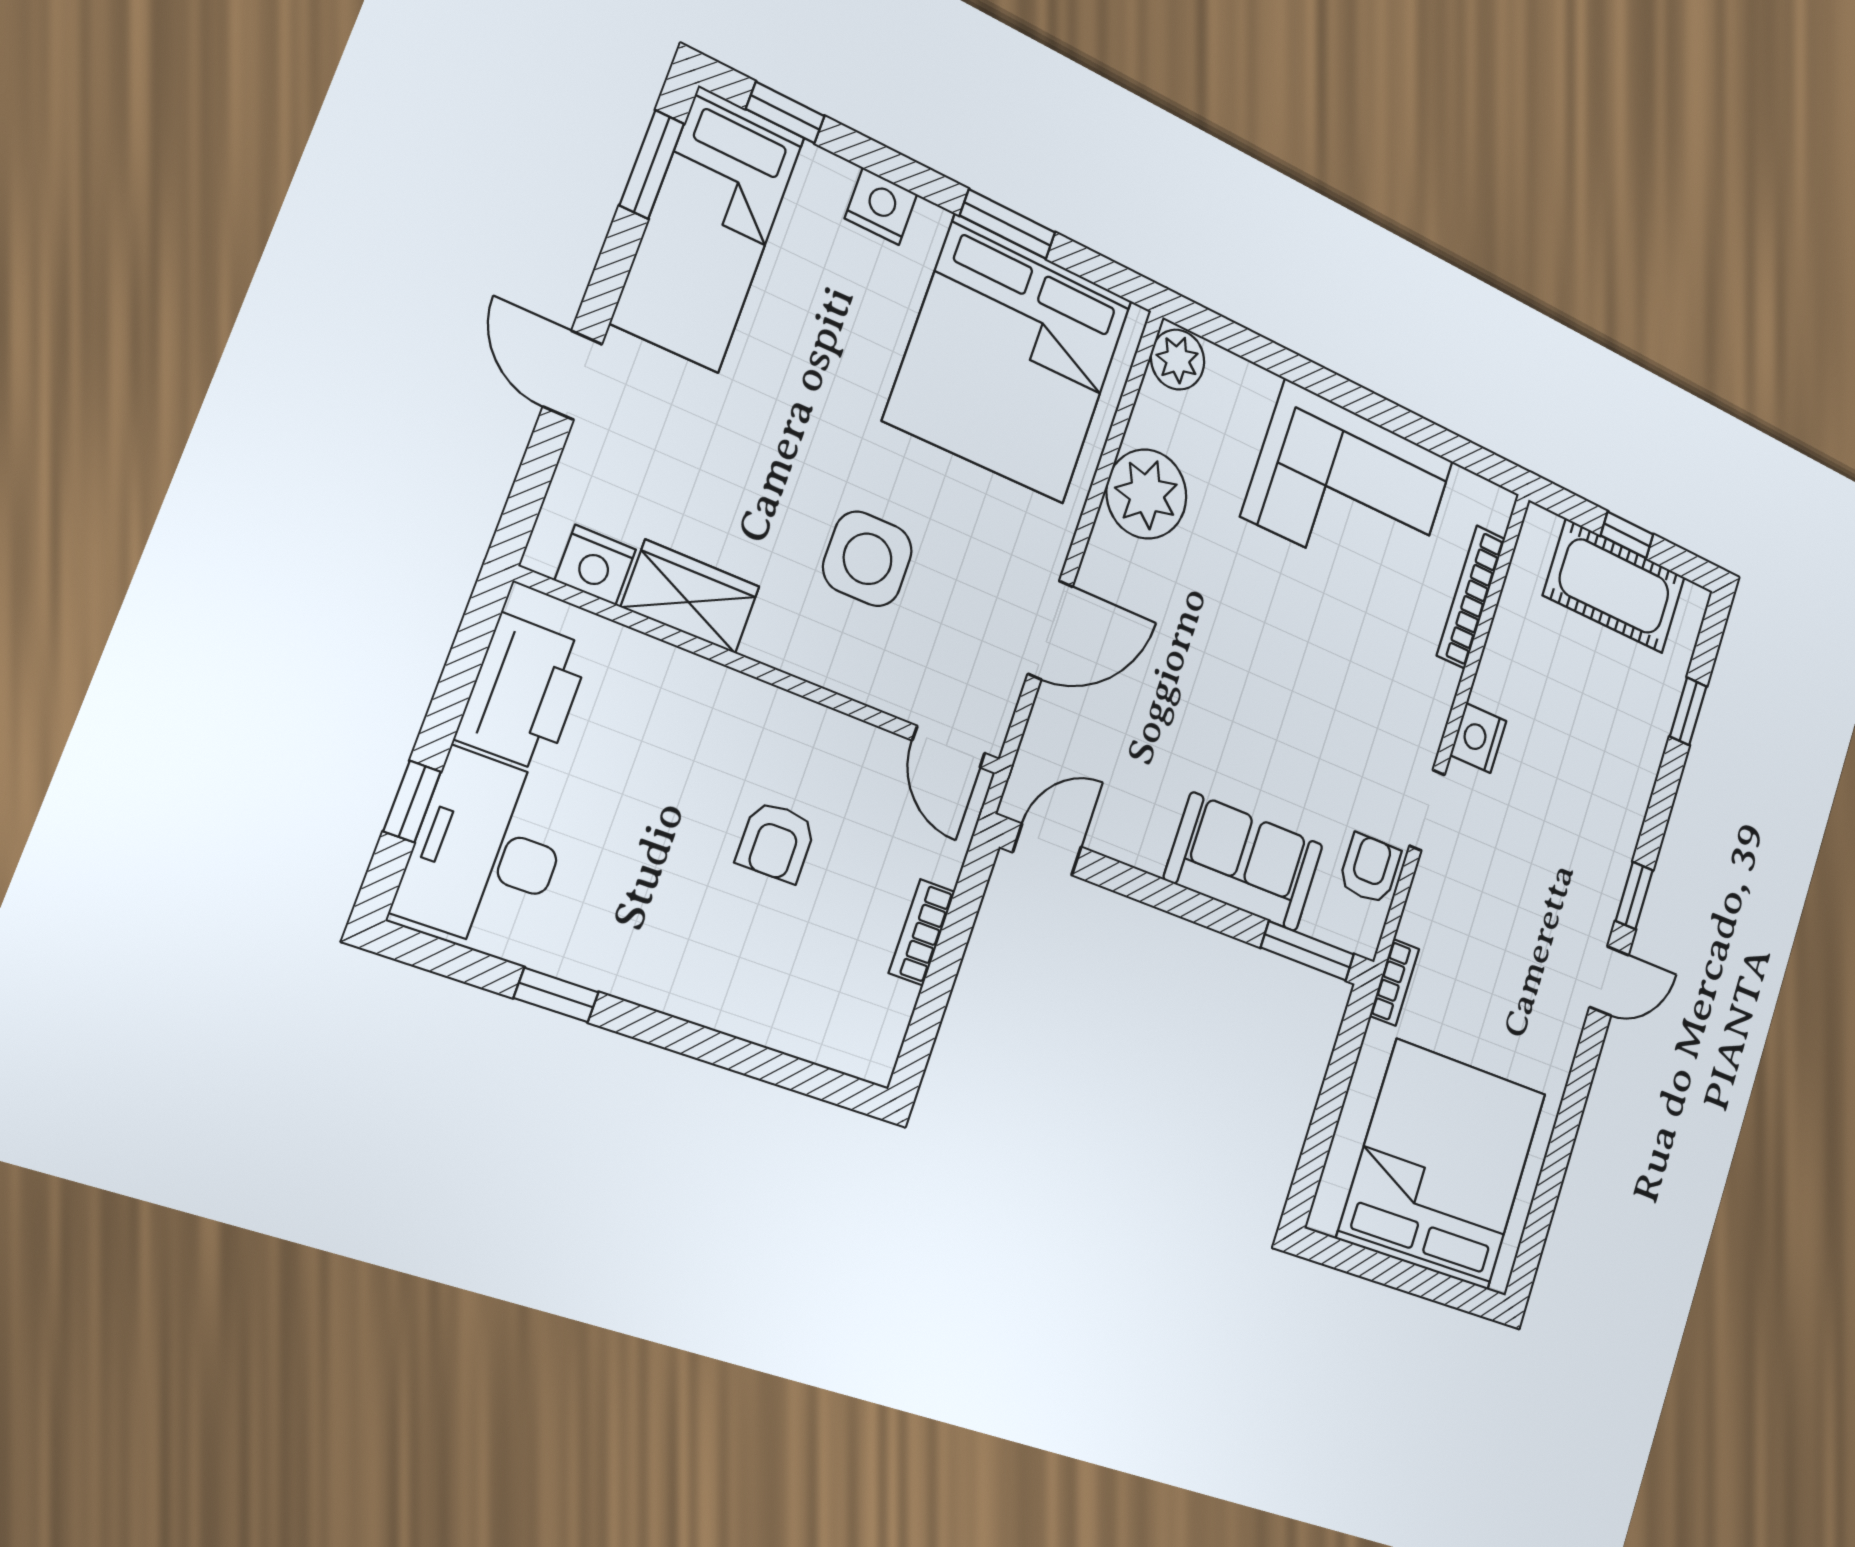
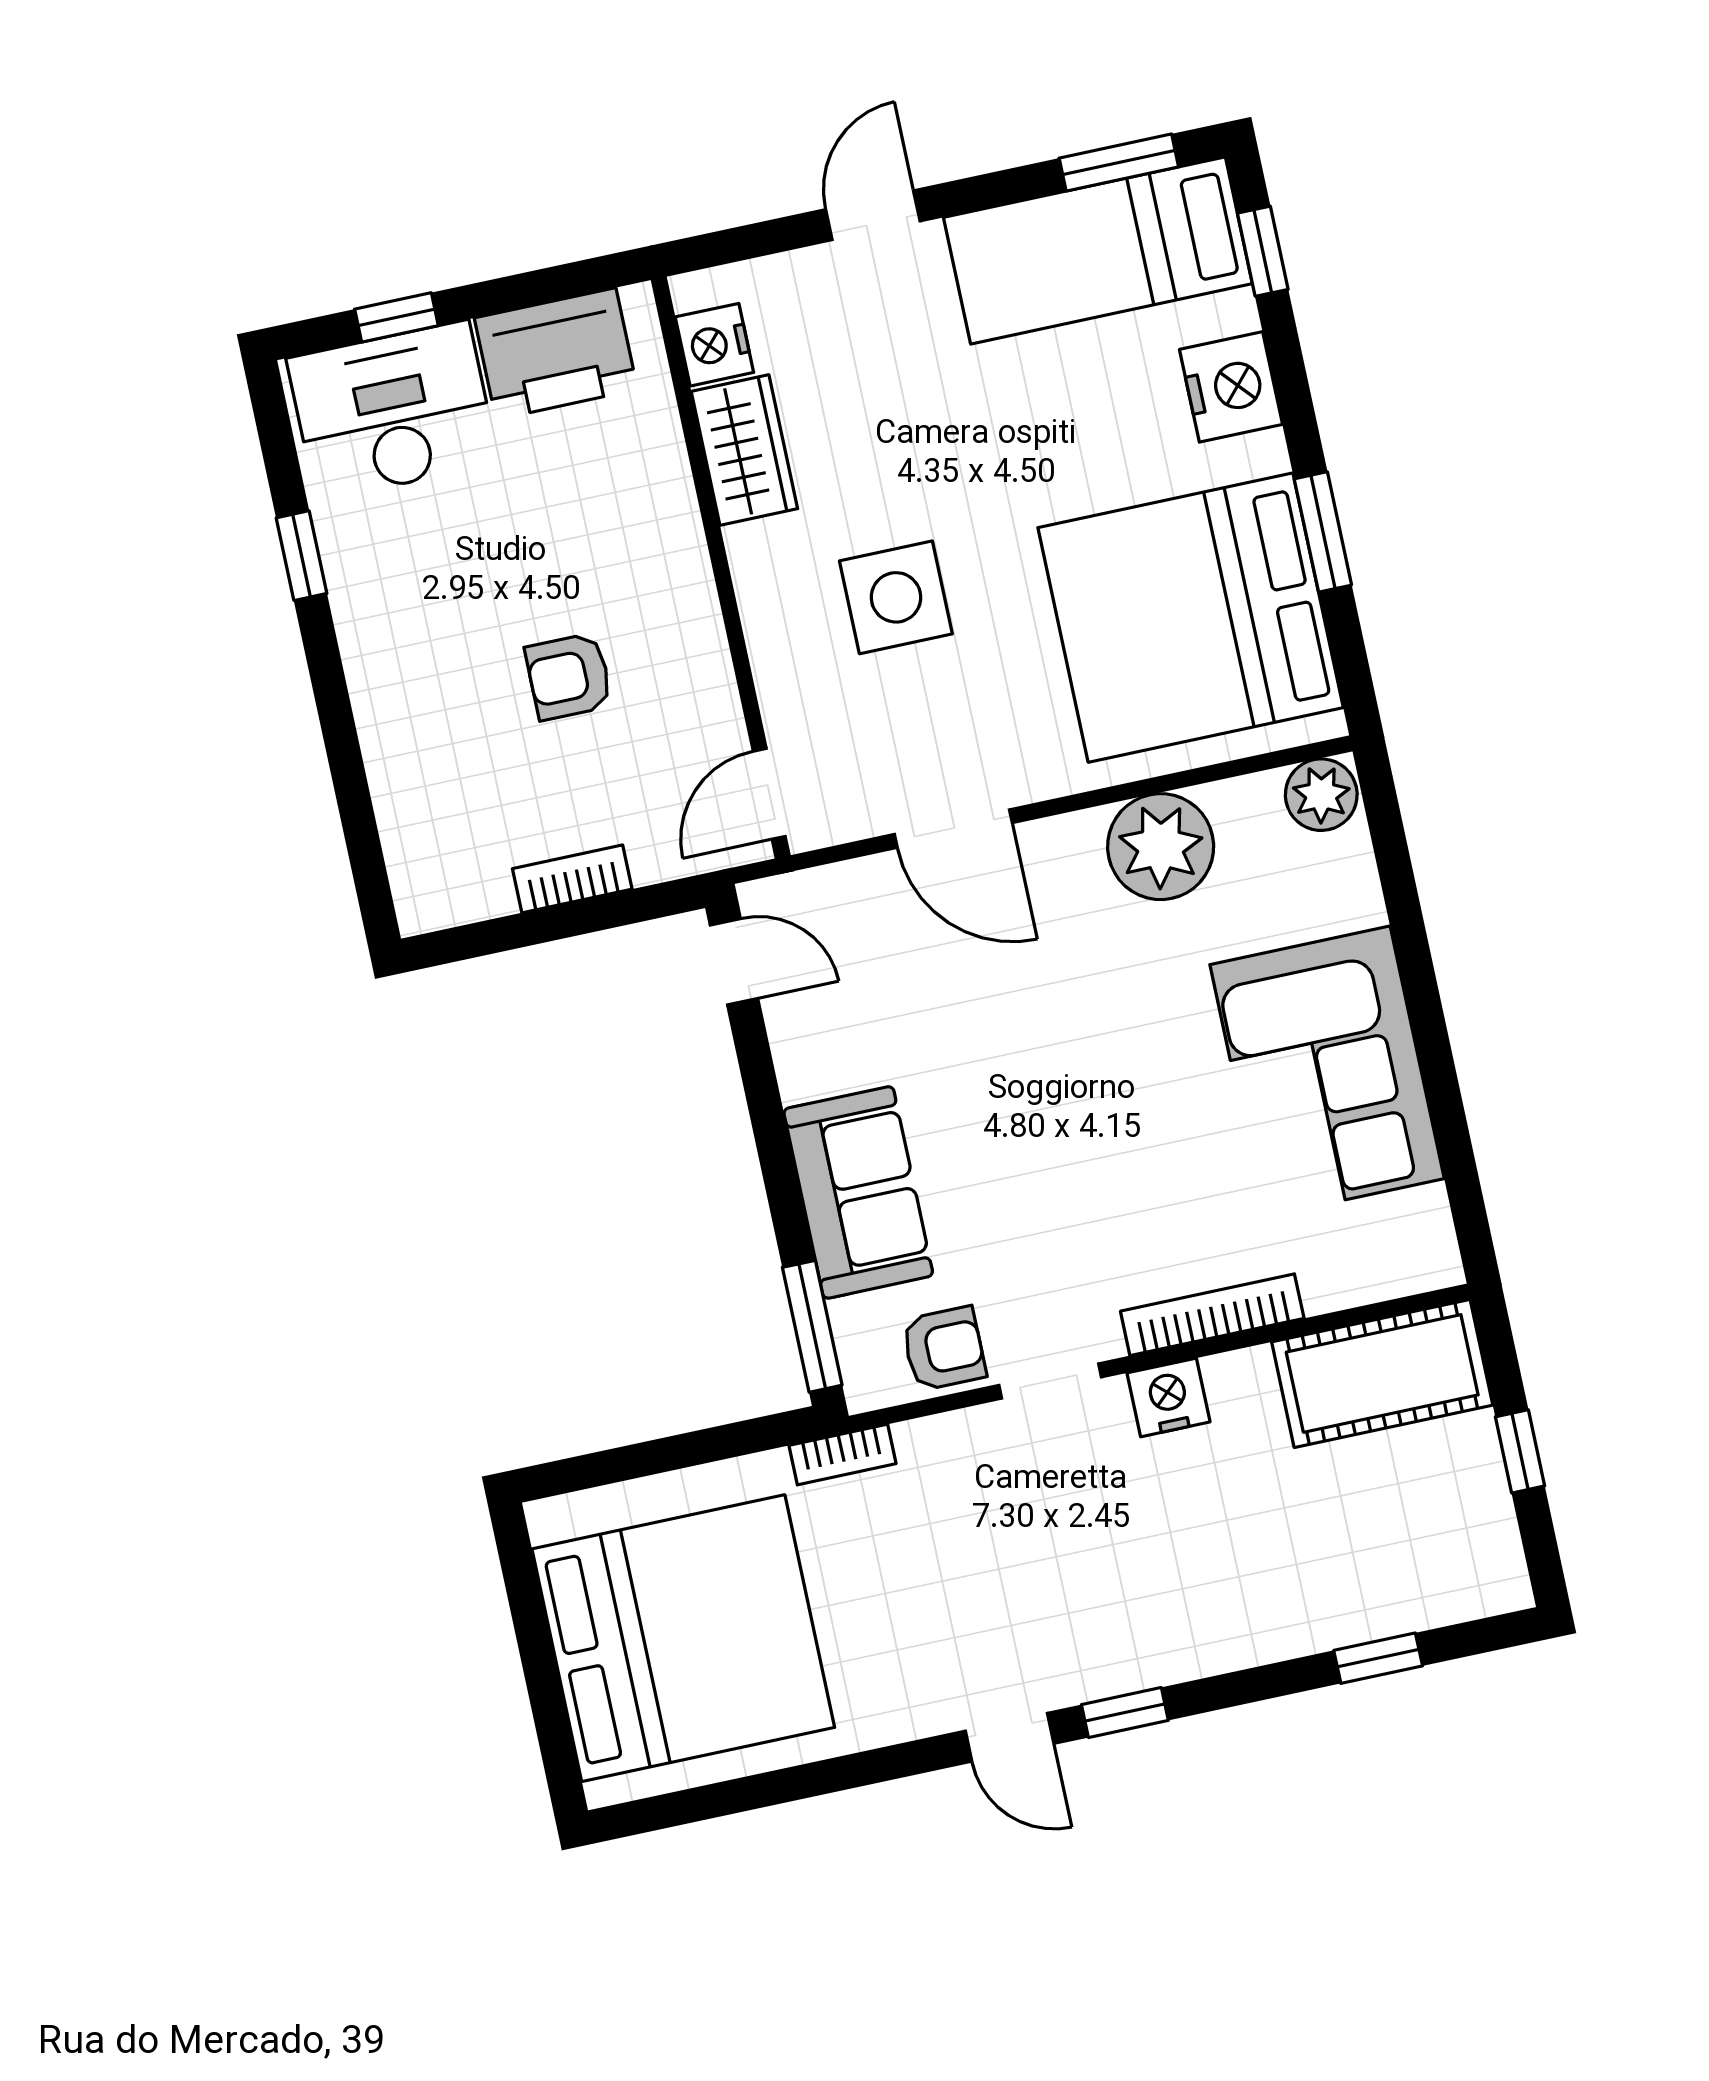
nightstand: (881, 206) -> (1231, 387), width x1.36, depth x1.33
cot: (1614, 586) -> (1382, 1373), moved, turned 90
bookcase: (1471, 597) -> (1212, 1315), moved

